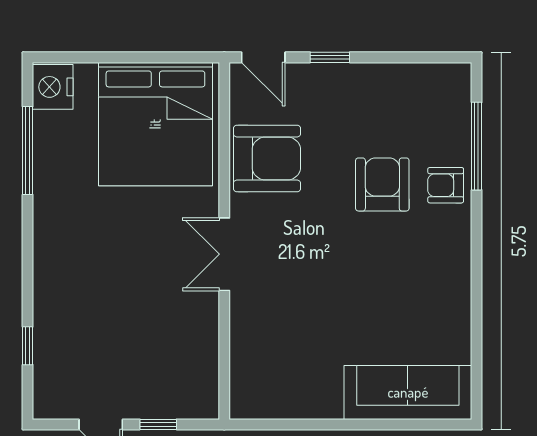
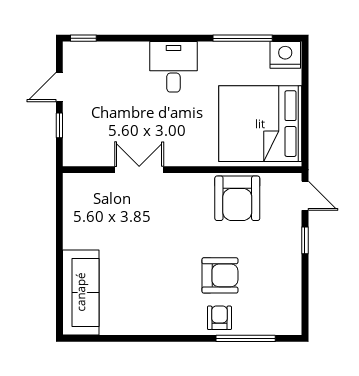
door: (263, 57) -> (305, 196), swing flipped
desk: (71, 254) -> (173, 67), added
double door: (224, 254) -> (139, 170), moved
window: (28, 346) -> (83, 38), moved

